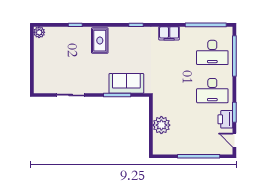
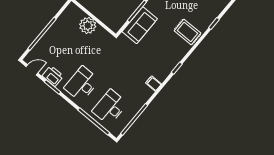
filing cabinet: (169, 33) -> (153, 84), width x0.50

